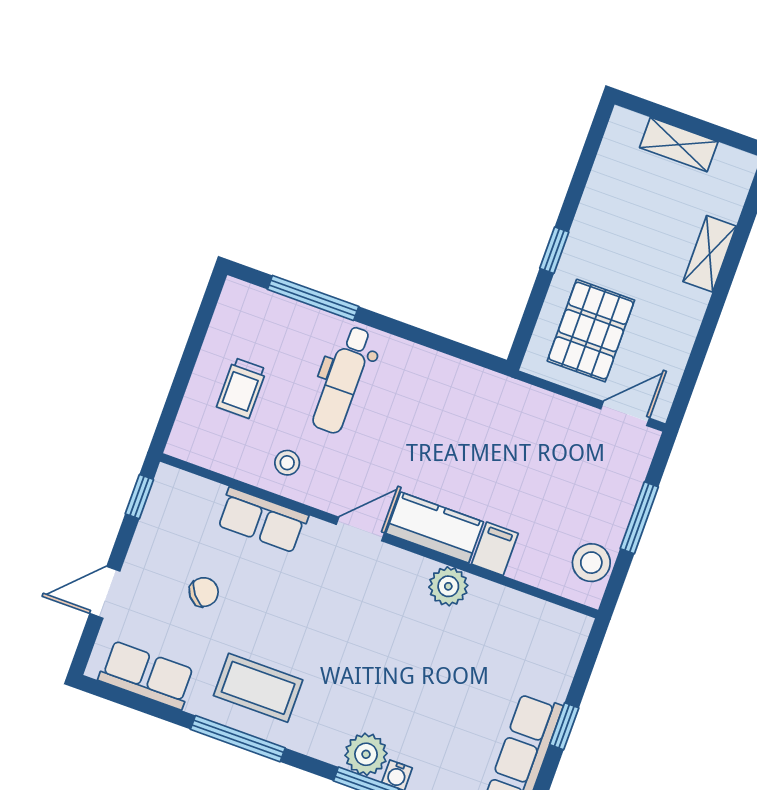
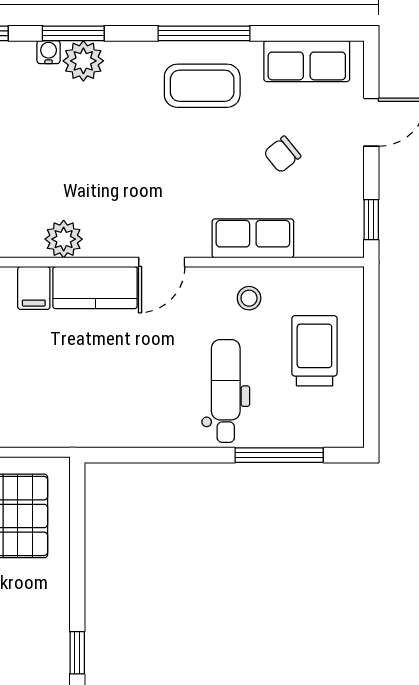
window: (554, 250) -> (77, 653), moved
trolley: (242, 388) -> (314, 351), width x1.36, depth x1.39

